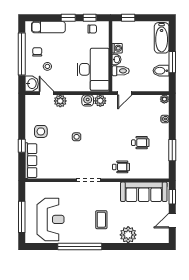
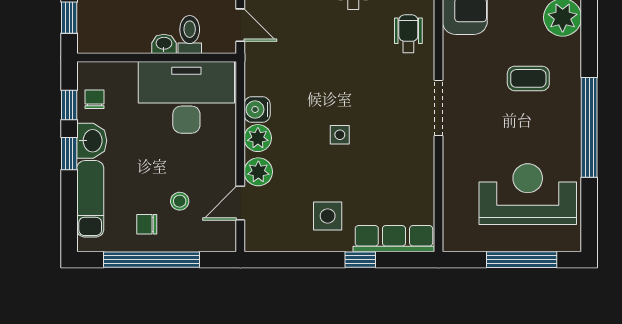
washing machine: (117, 48) -> (138, 42), removed
washbasin: (32, 84) -> (92, 141), moved, turned 90
plant: (100, 101) -> (258, 138), moved

